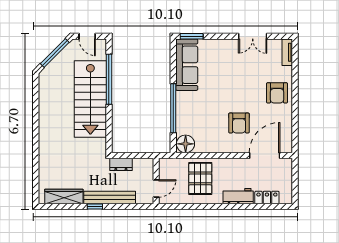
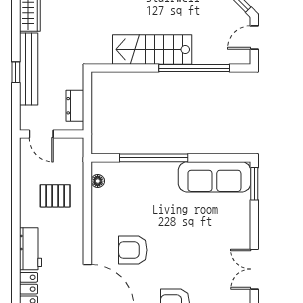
stairs: (90, 99) -> (152, 49), width x0.73, depth x0.66
floor lamp: (186, 144) -> (98, 181), width x0.53, depth x0.53
dresser: (121, 164) -> (75, 106), moved
pallet: (200, 178) -> (55, 196), width x0.67, depth x0.71
window: (95, 207) -> (16, 72), moved

